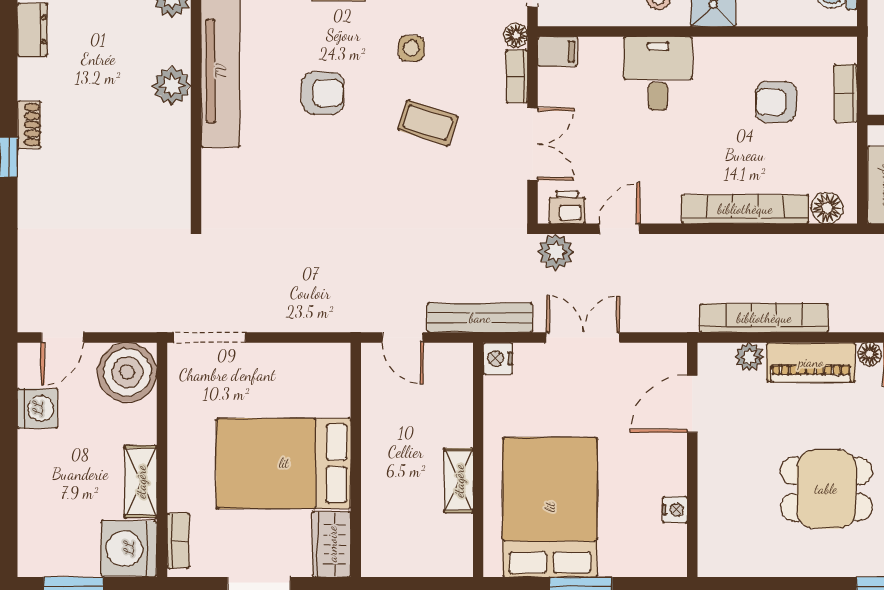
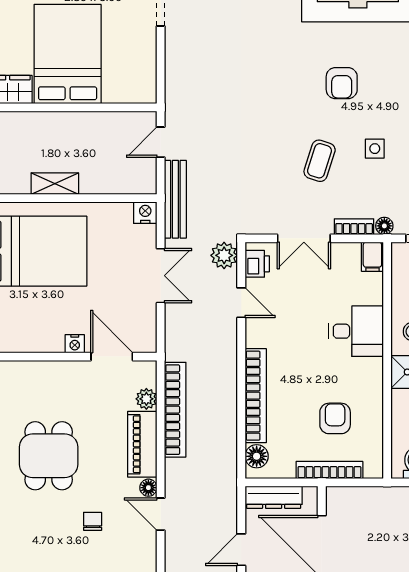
bookcase: (846, 93) -> (329, 470), width x1.56
nightstand: (675, 510) -> (75, 344), moved

